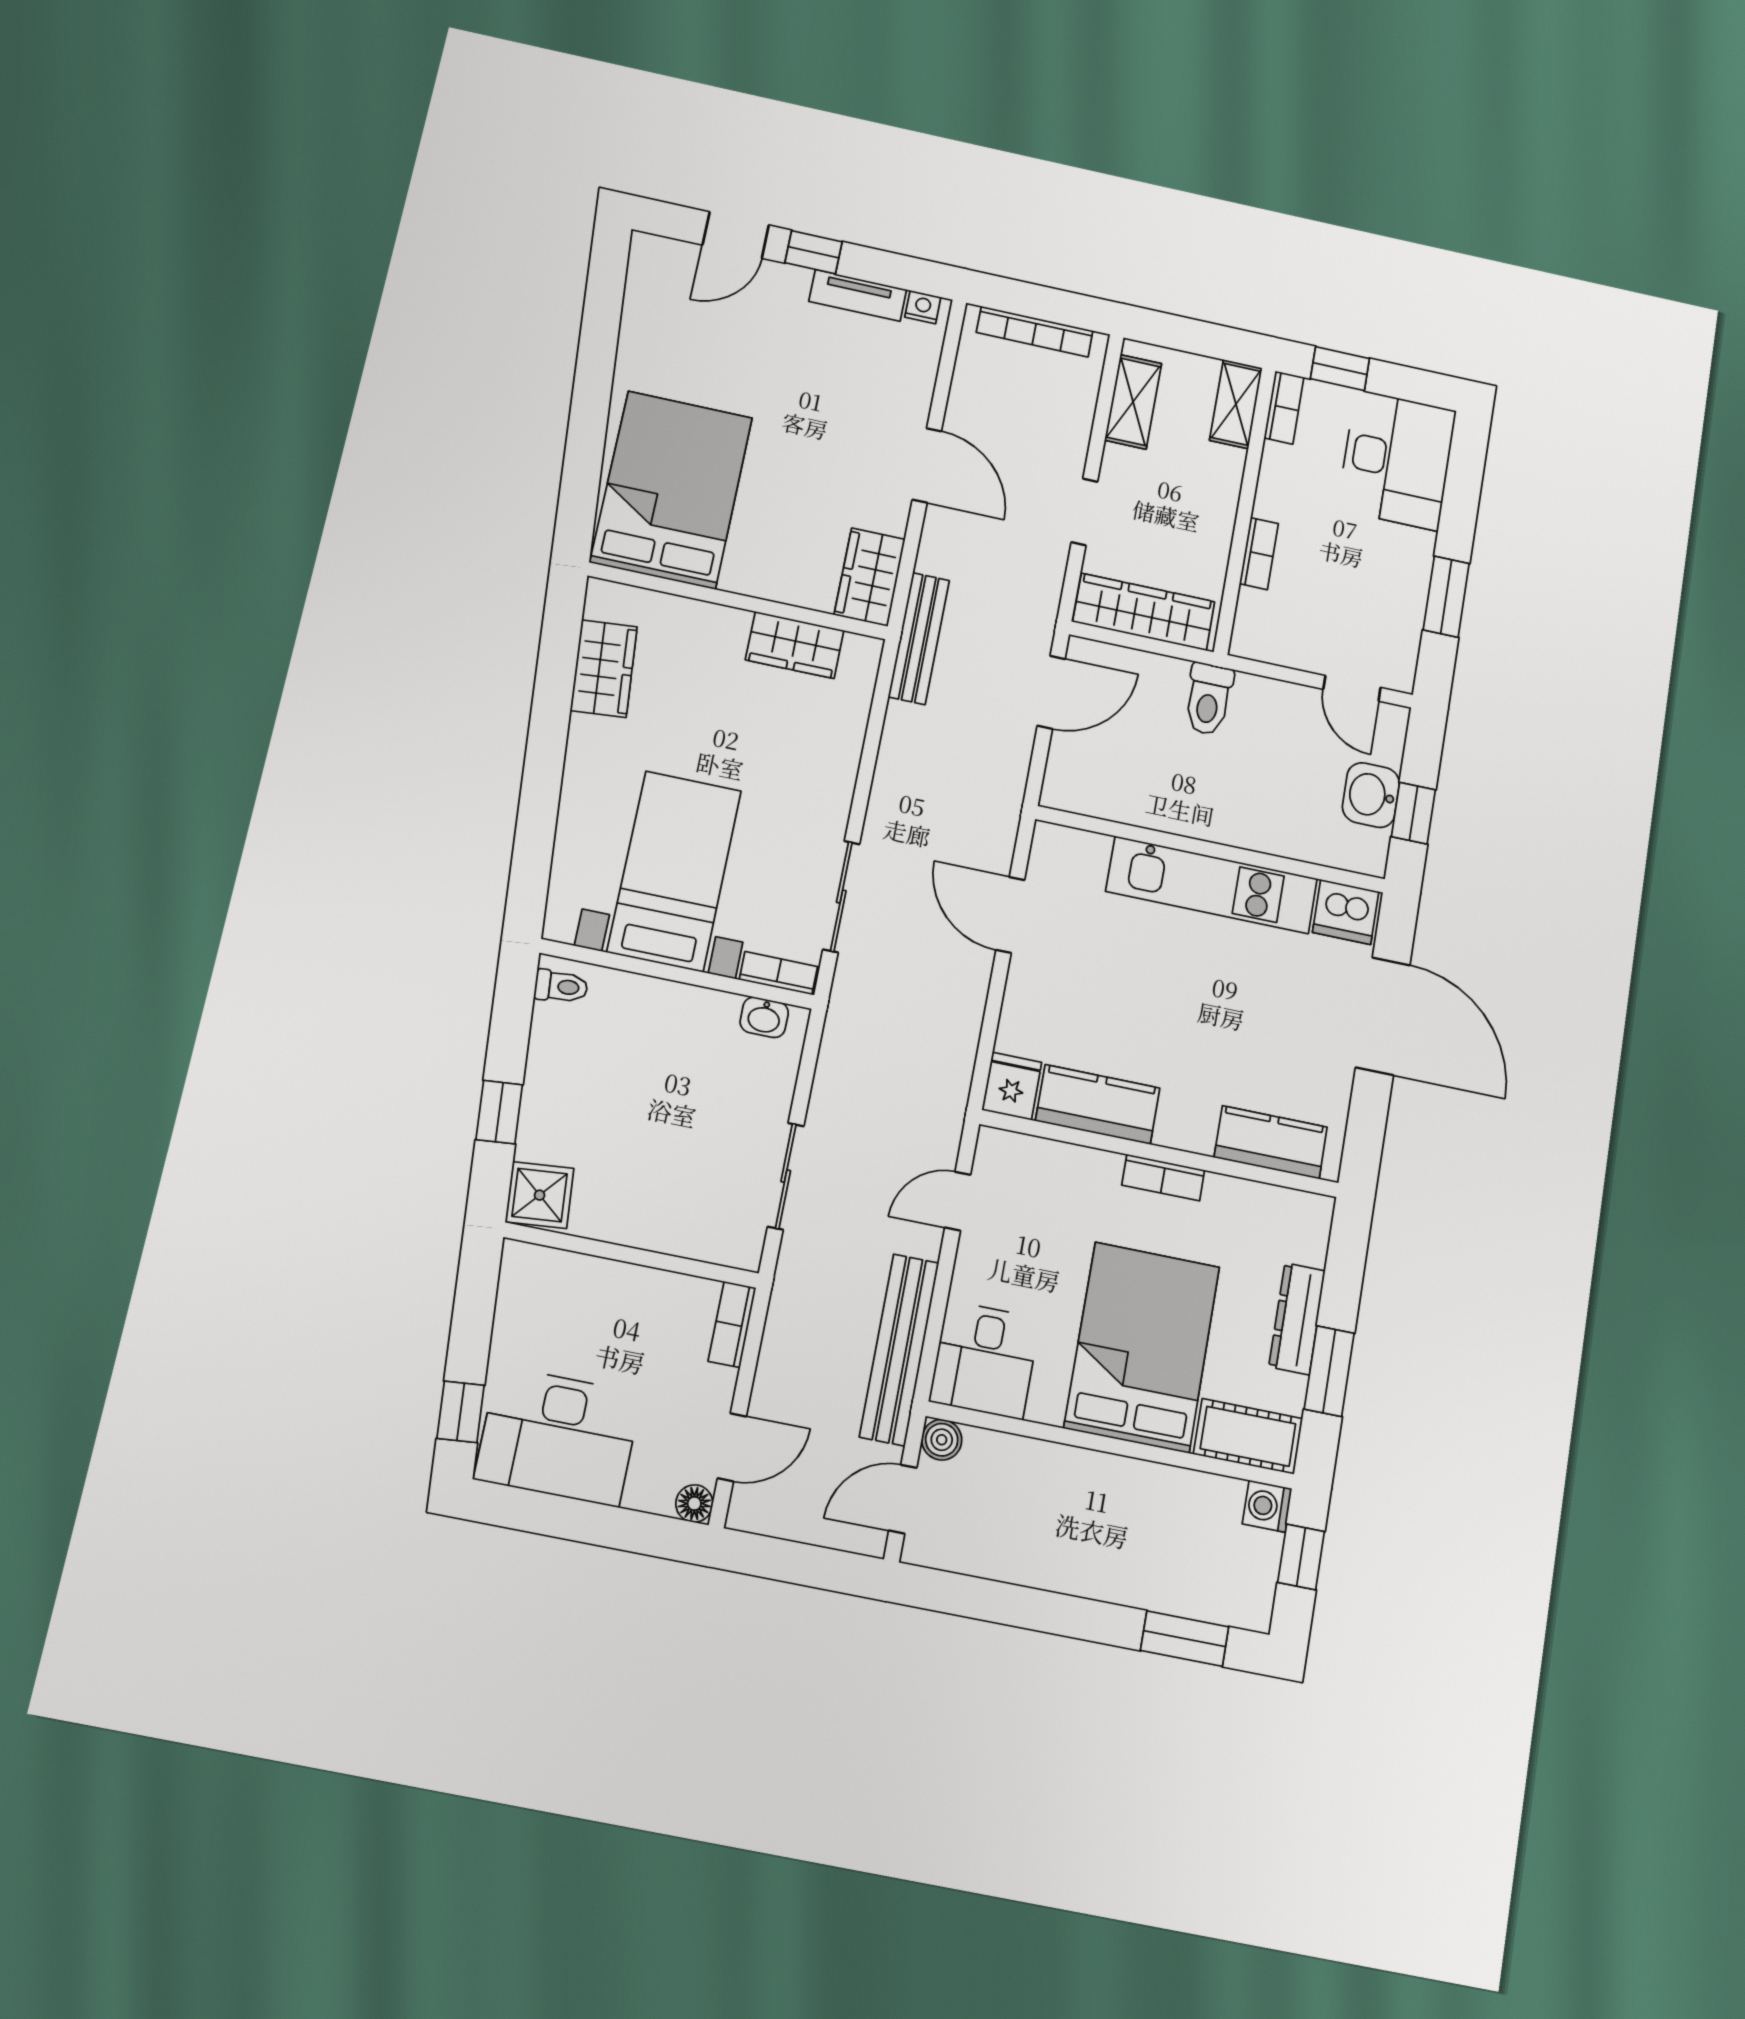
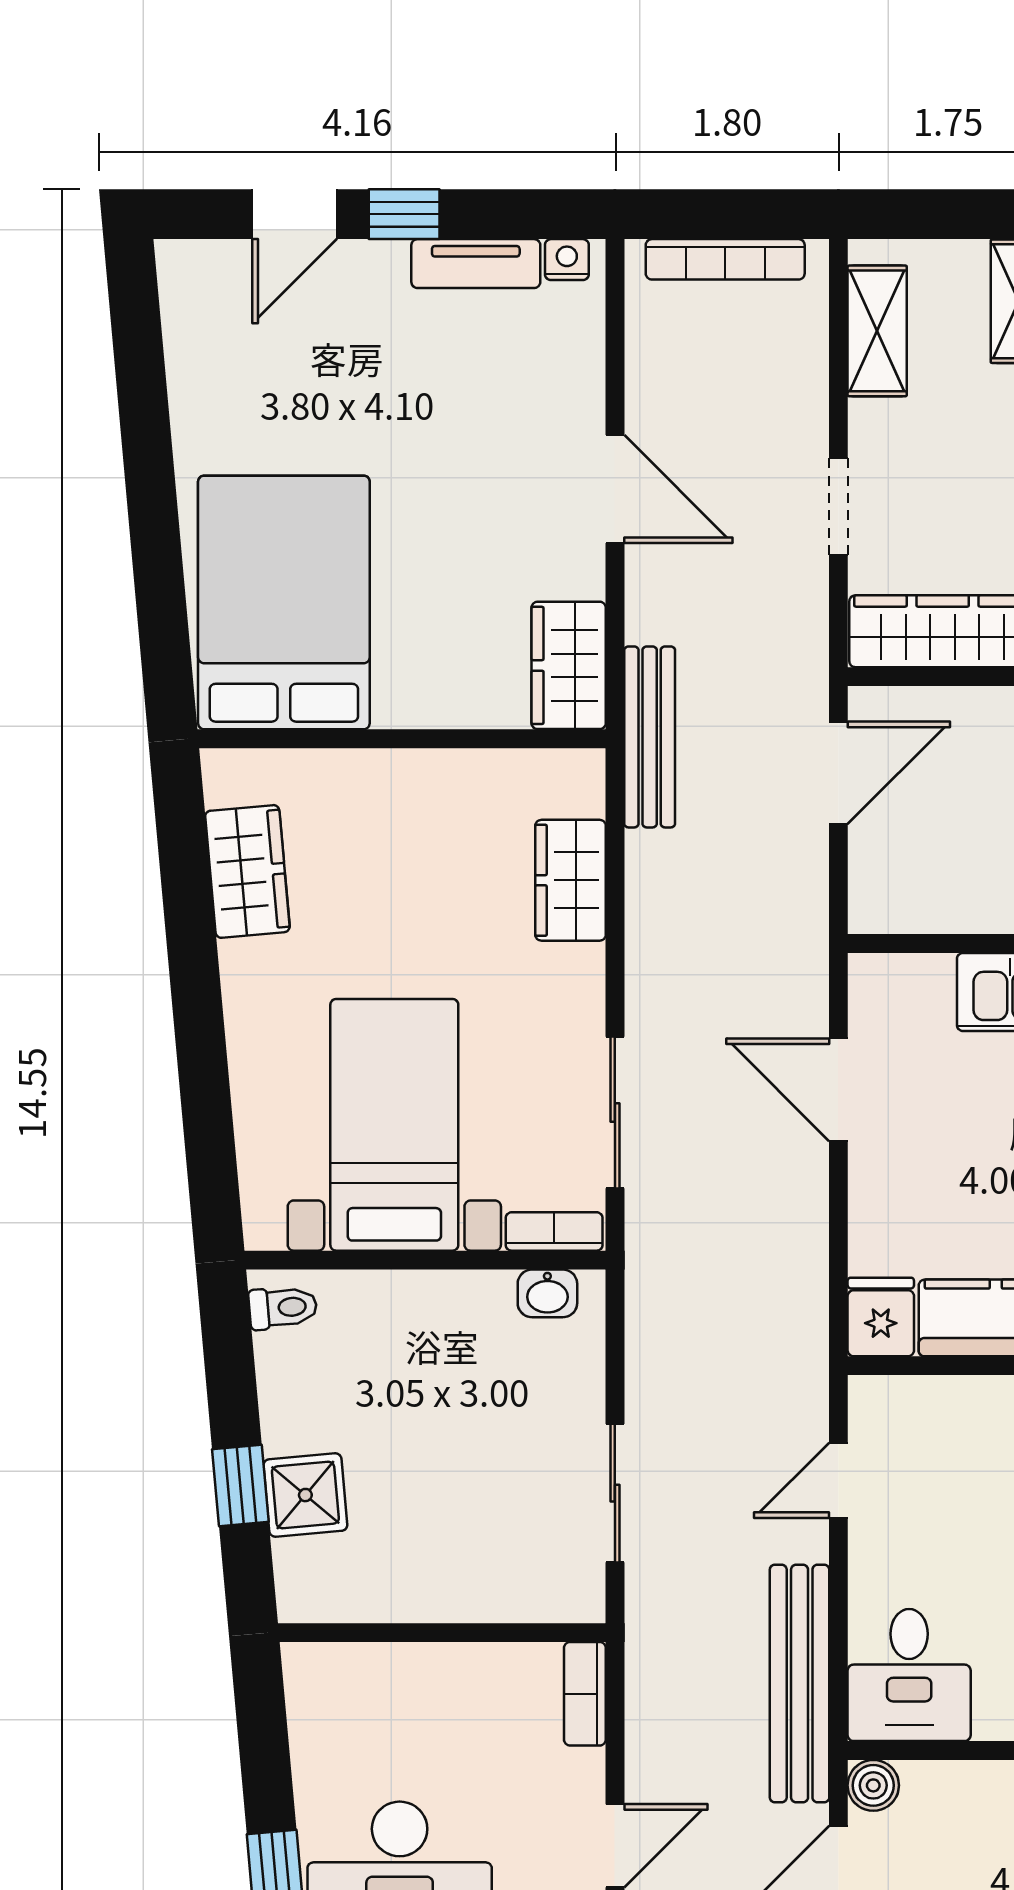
wardrobe: (795, 645) -> (571, 880), moved, turned 90
shower: (540, 1195) -> (305, 1495), moved

